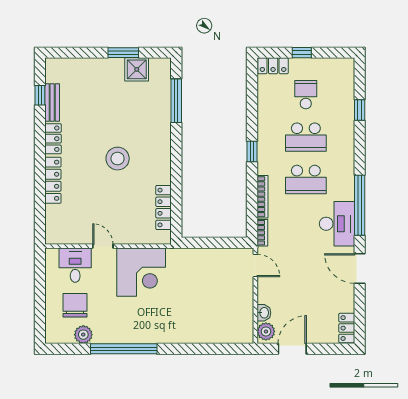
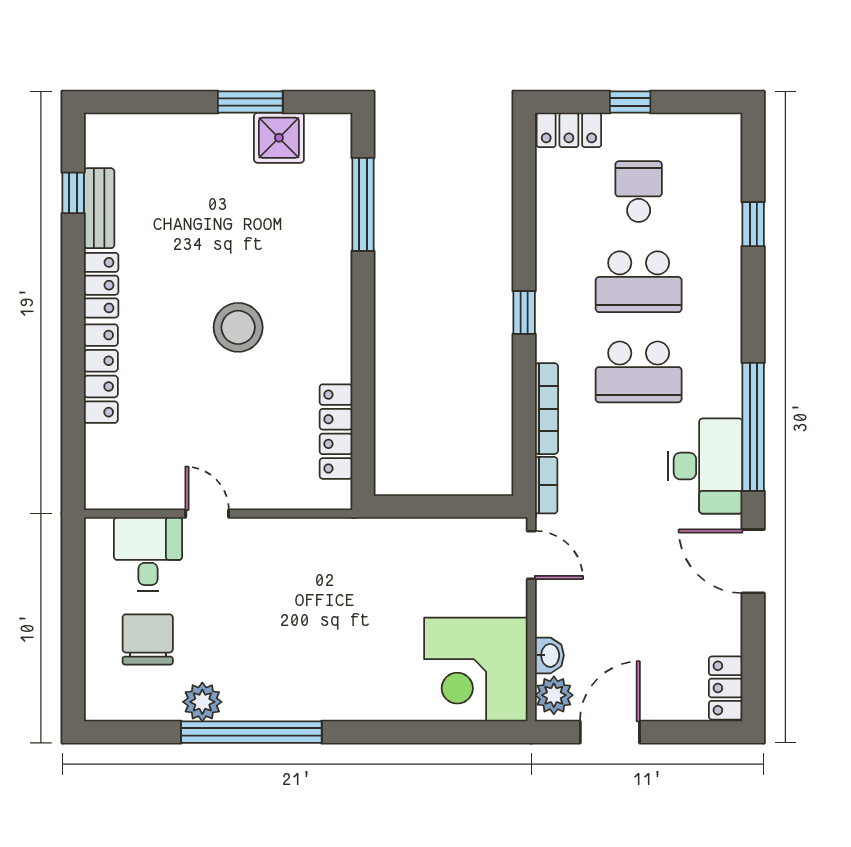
corner desk: (141, 272) -> (476, 669), moved, turned 90
plant: (83, 335) -> (202, 702), moved

